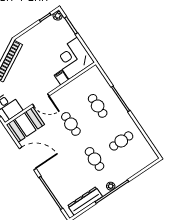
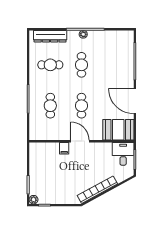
corner desk: (73, 58) -> (44, 157), removed
door: (41, 100) -> (80, 141), moved
dresser: (85, 201) -> (50, 36), moved

